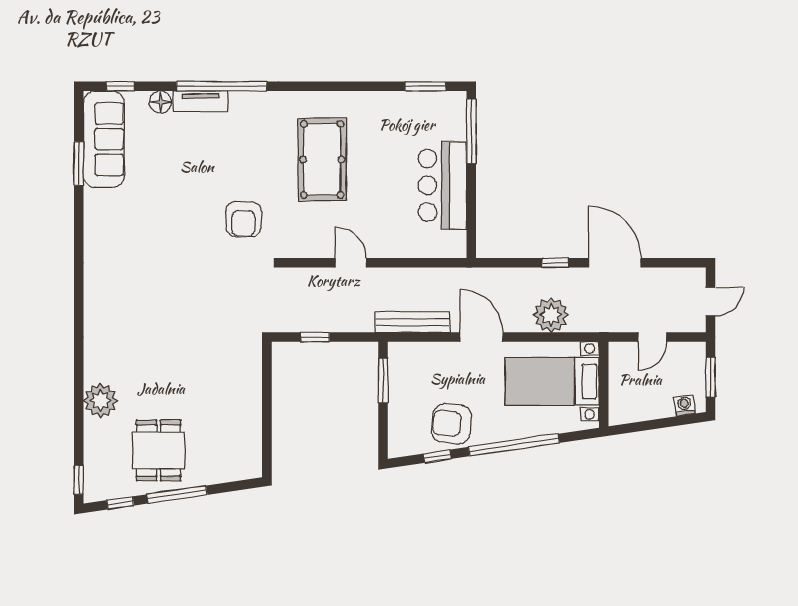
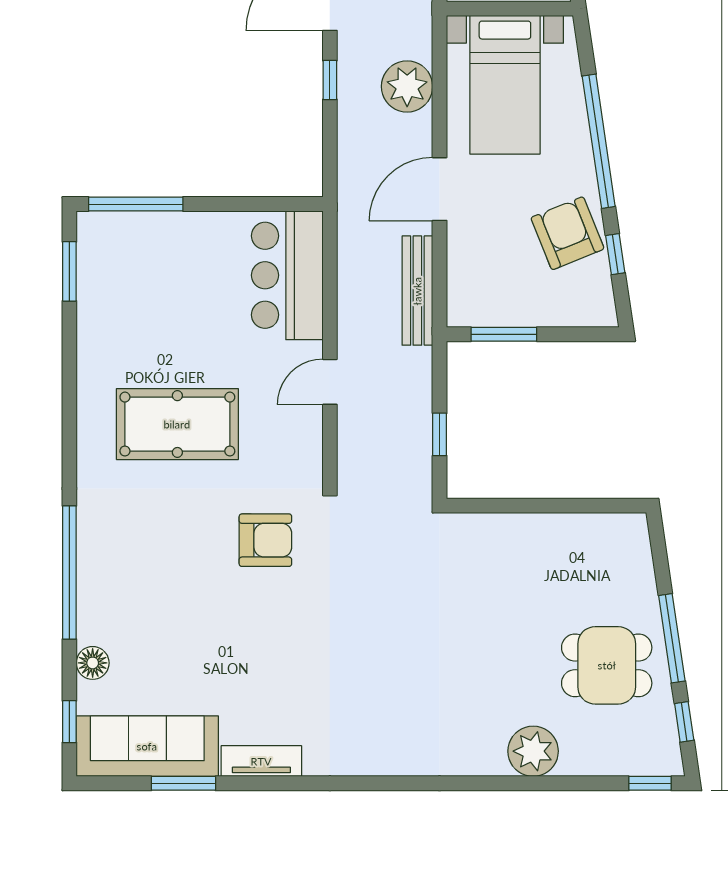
tv unit: (201, 101) -> (261, 761), moved, turned -90
bar counter: (442, 185) -> (287, 275), moved, turned 90
armchair: (451, 424) -> (567, 233), turned 152

